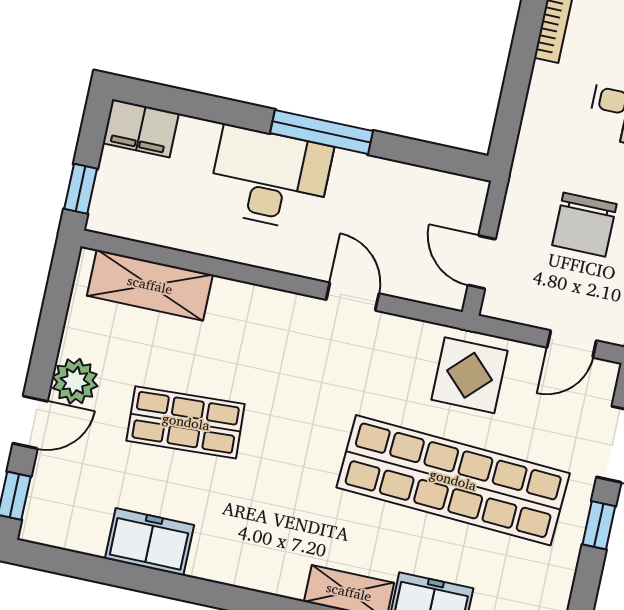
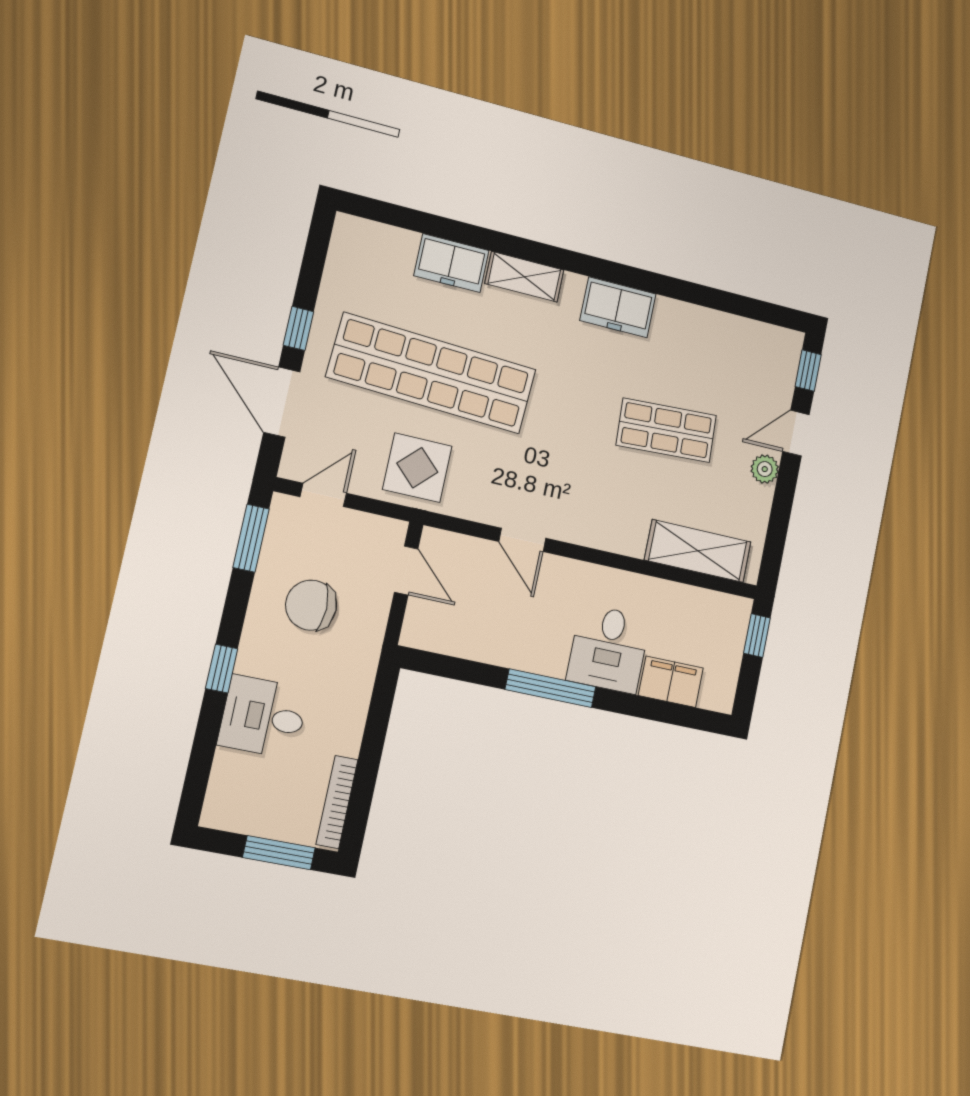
filing cabinet: (141, 128) -> (671, 682), moved
desk: (270, 178) -> (609, 649), width x0.73
chair: (584, 225) -> (311, 605), turned -90
plant: (75, 381) -> (765, 469), width x0.73, depth x0.73
freezer: (149, 542) -> (618, 307), moved

